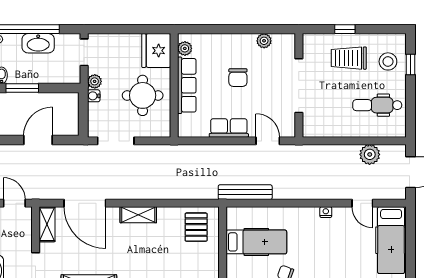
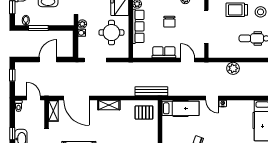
plant: (370, 154) -> (233, 68), moved
bench: (245, 192) -> (151, 91), moved
door: (362, 203) -> (212, 98), moved
pallet: (196, 227) -> (144, 112), turned 90
hospital bed: (256, 242) -> (181, 108), moved

